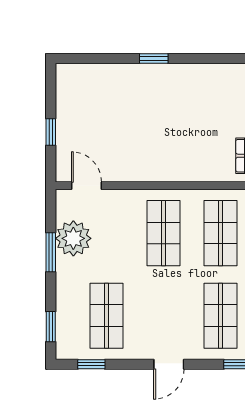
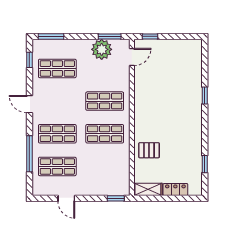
window: (51, 132) -> (150, 36), moved
window: (51, 252) -> (110, 36), moved
window: (51, 327) -> (51, 36), width x1.50

